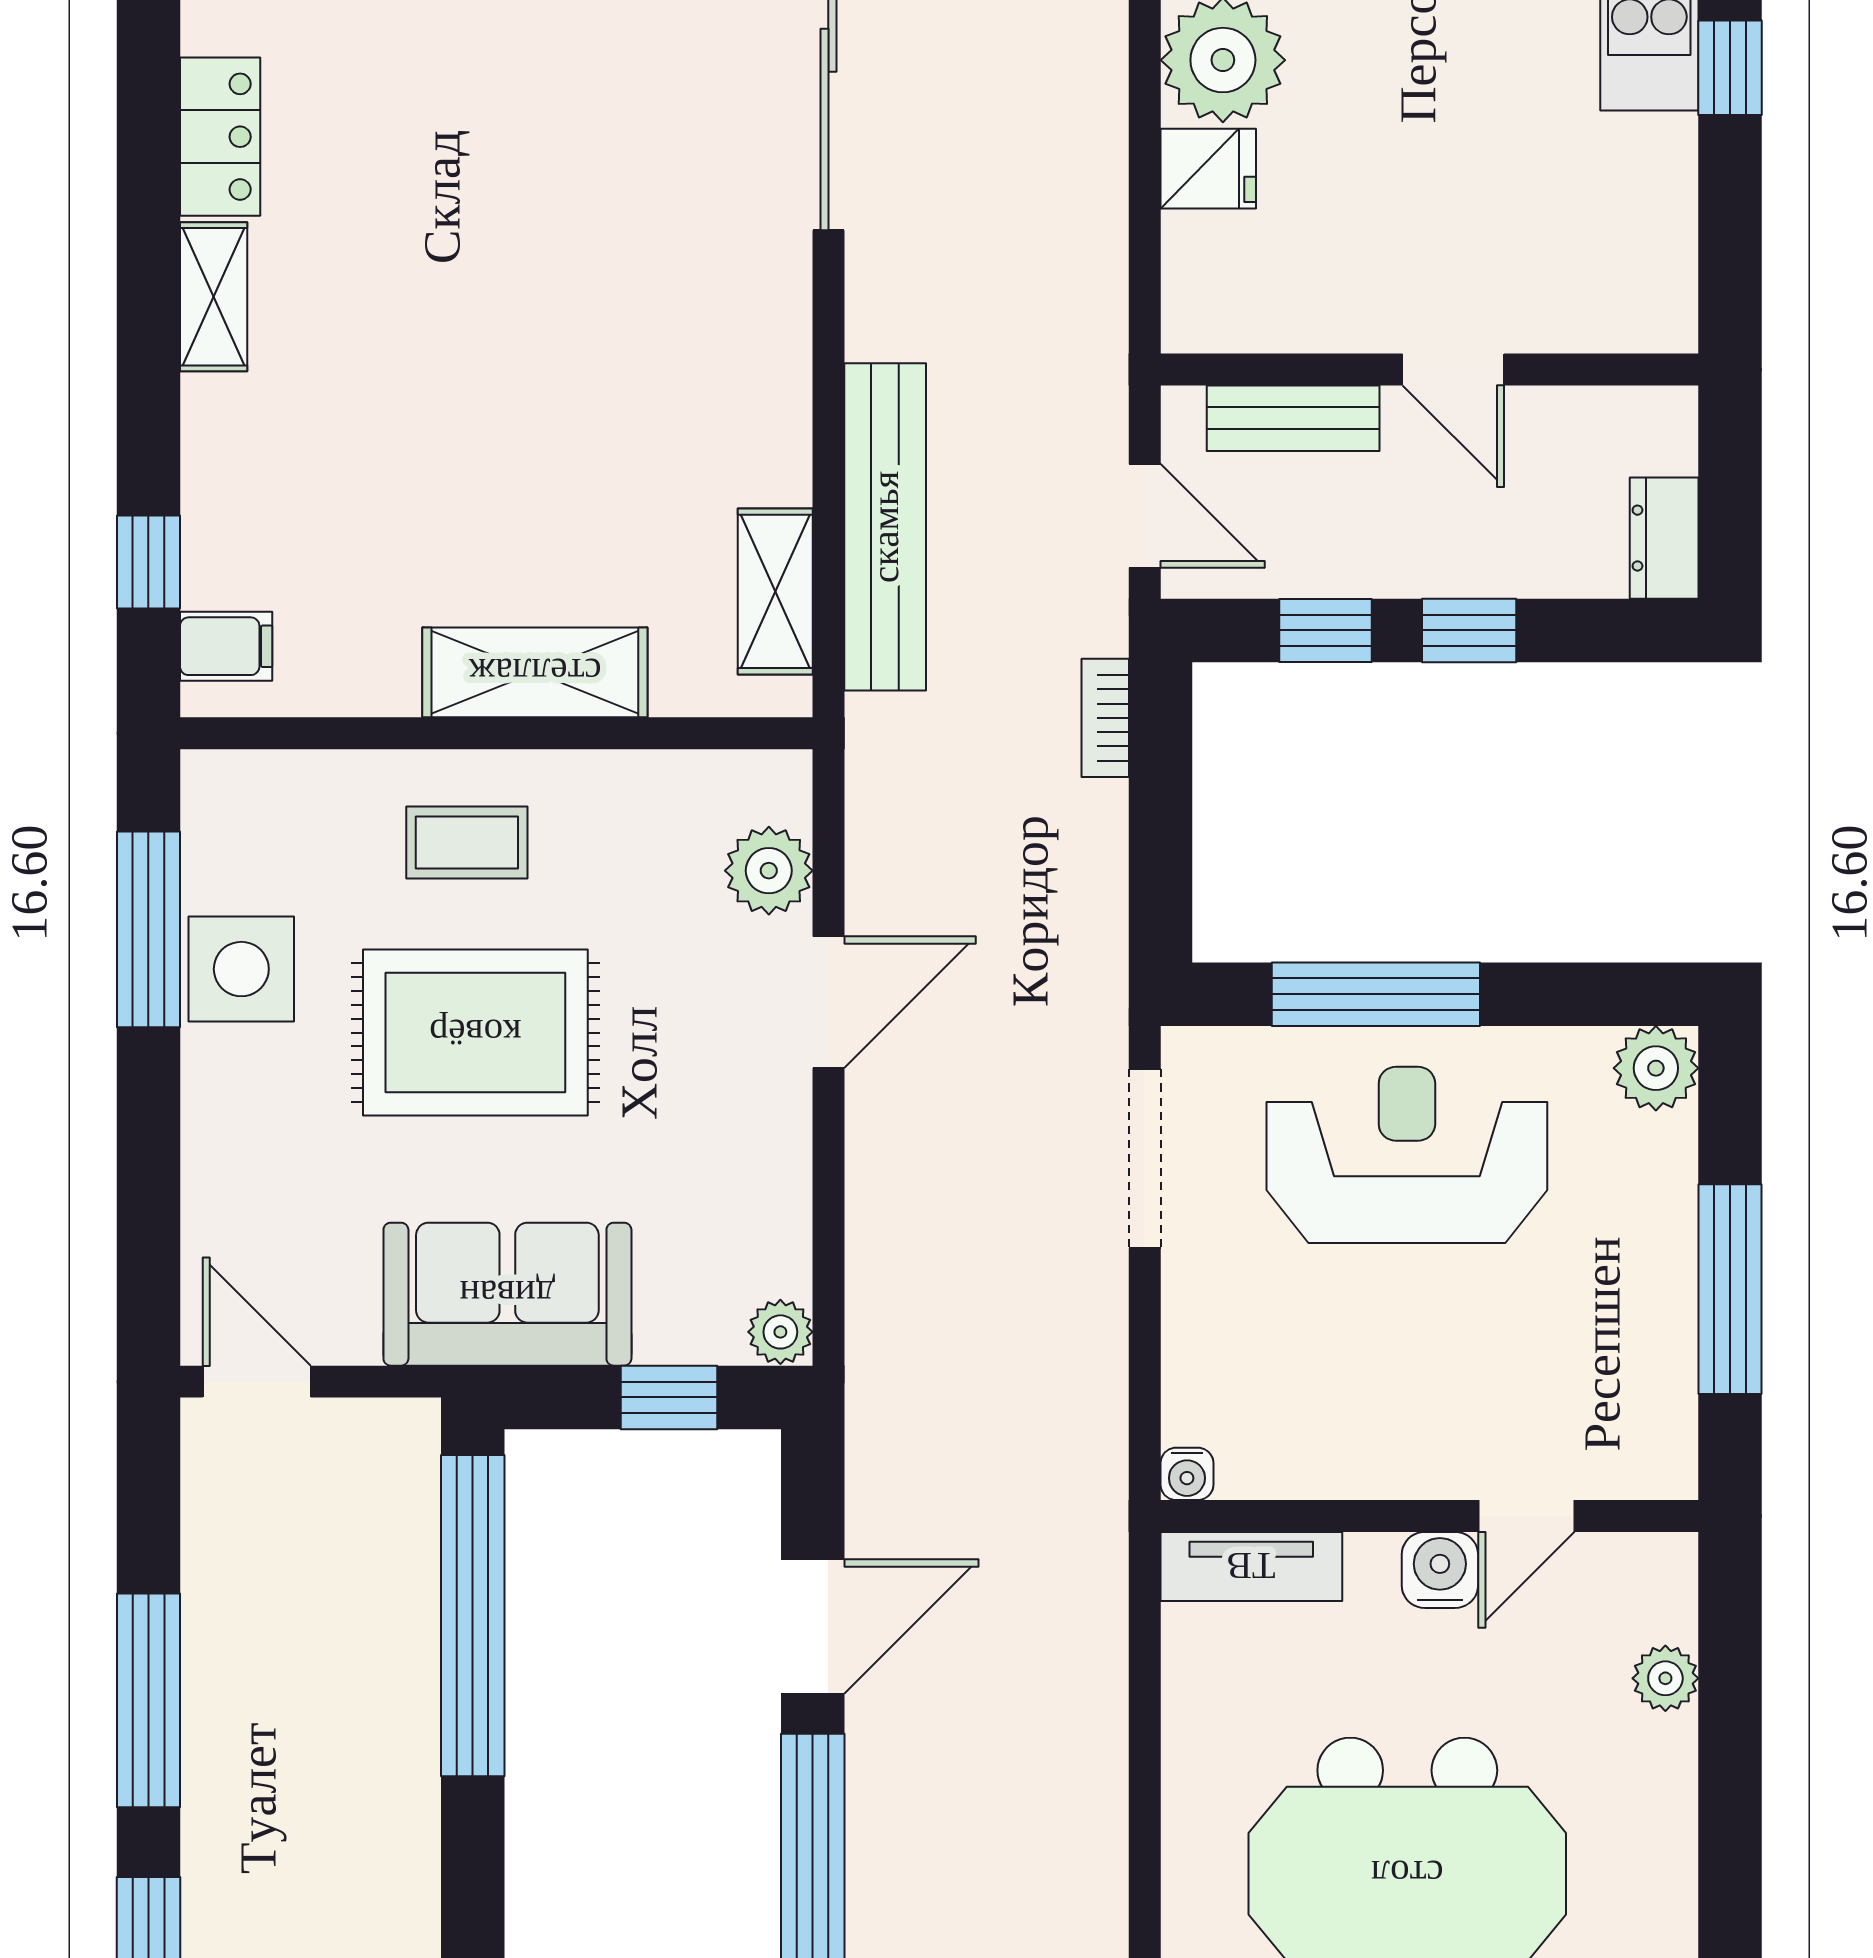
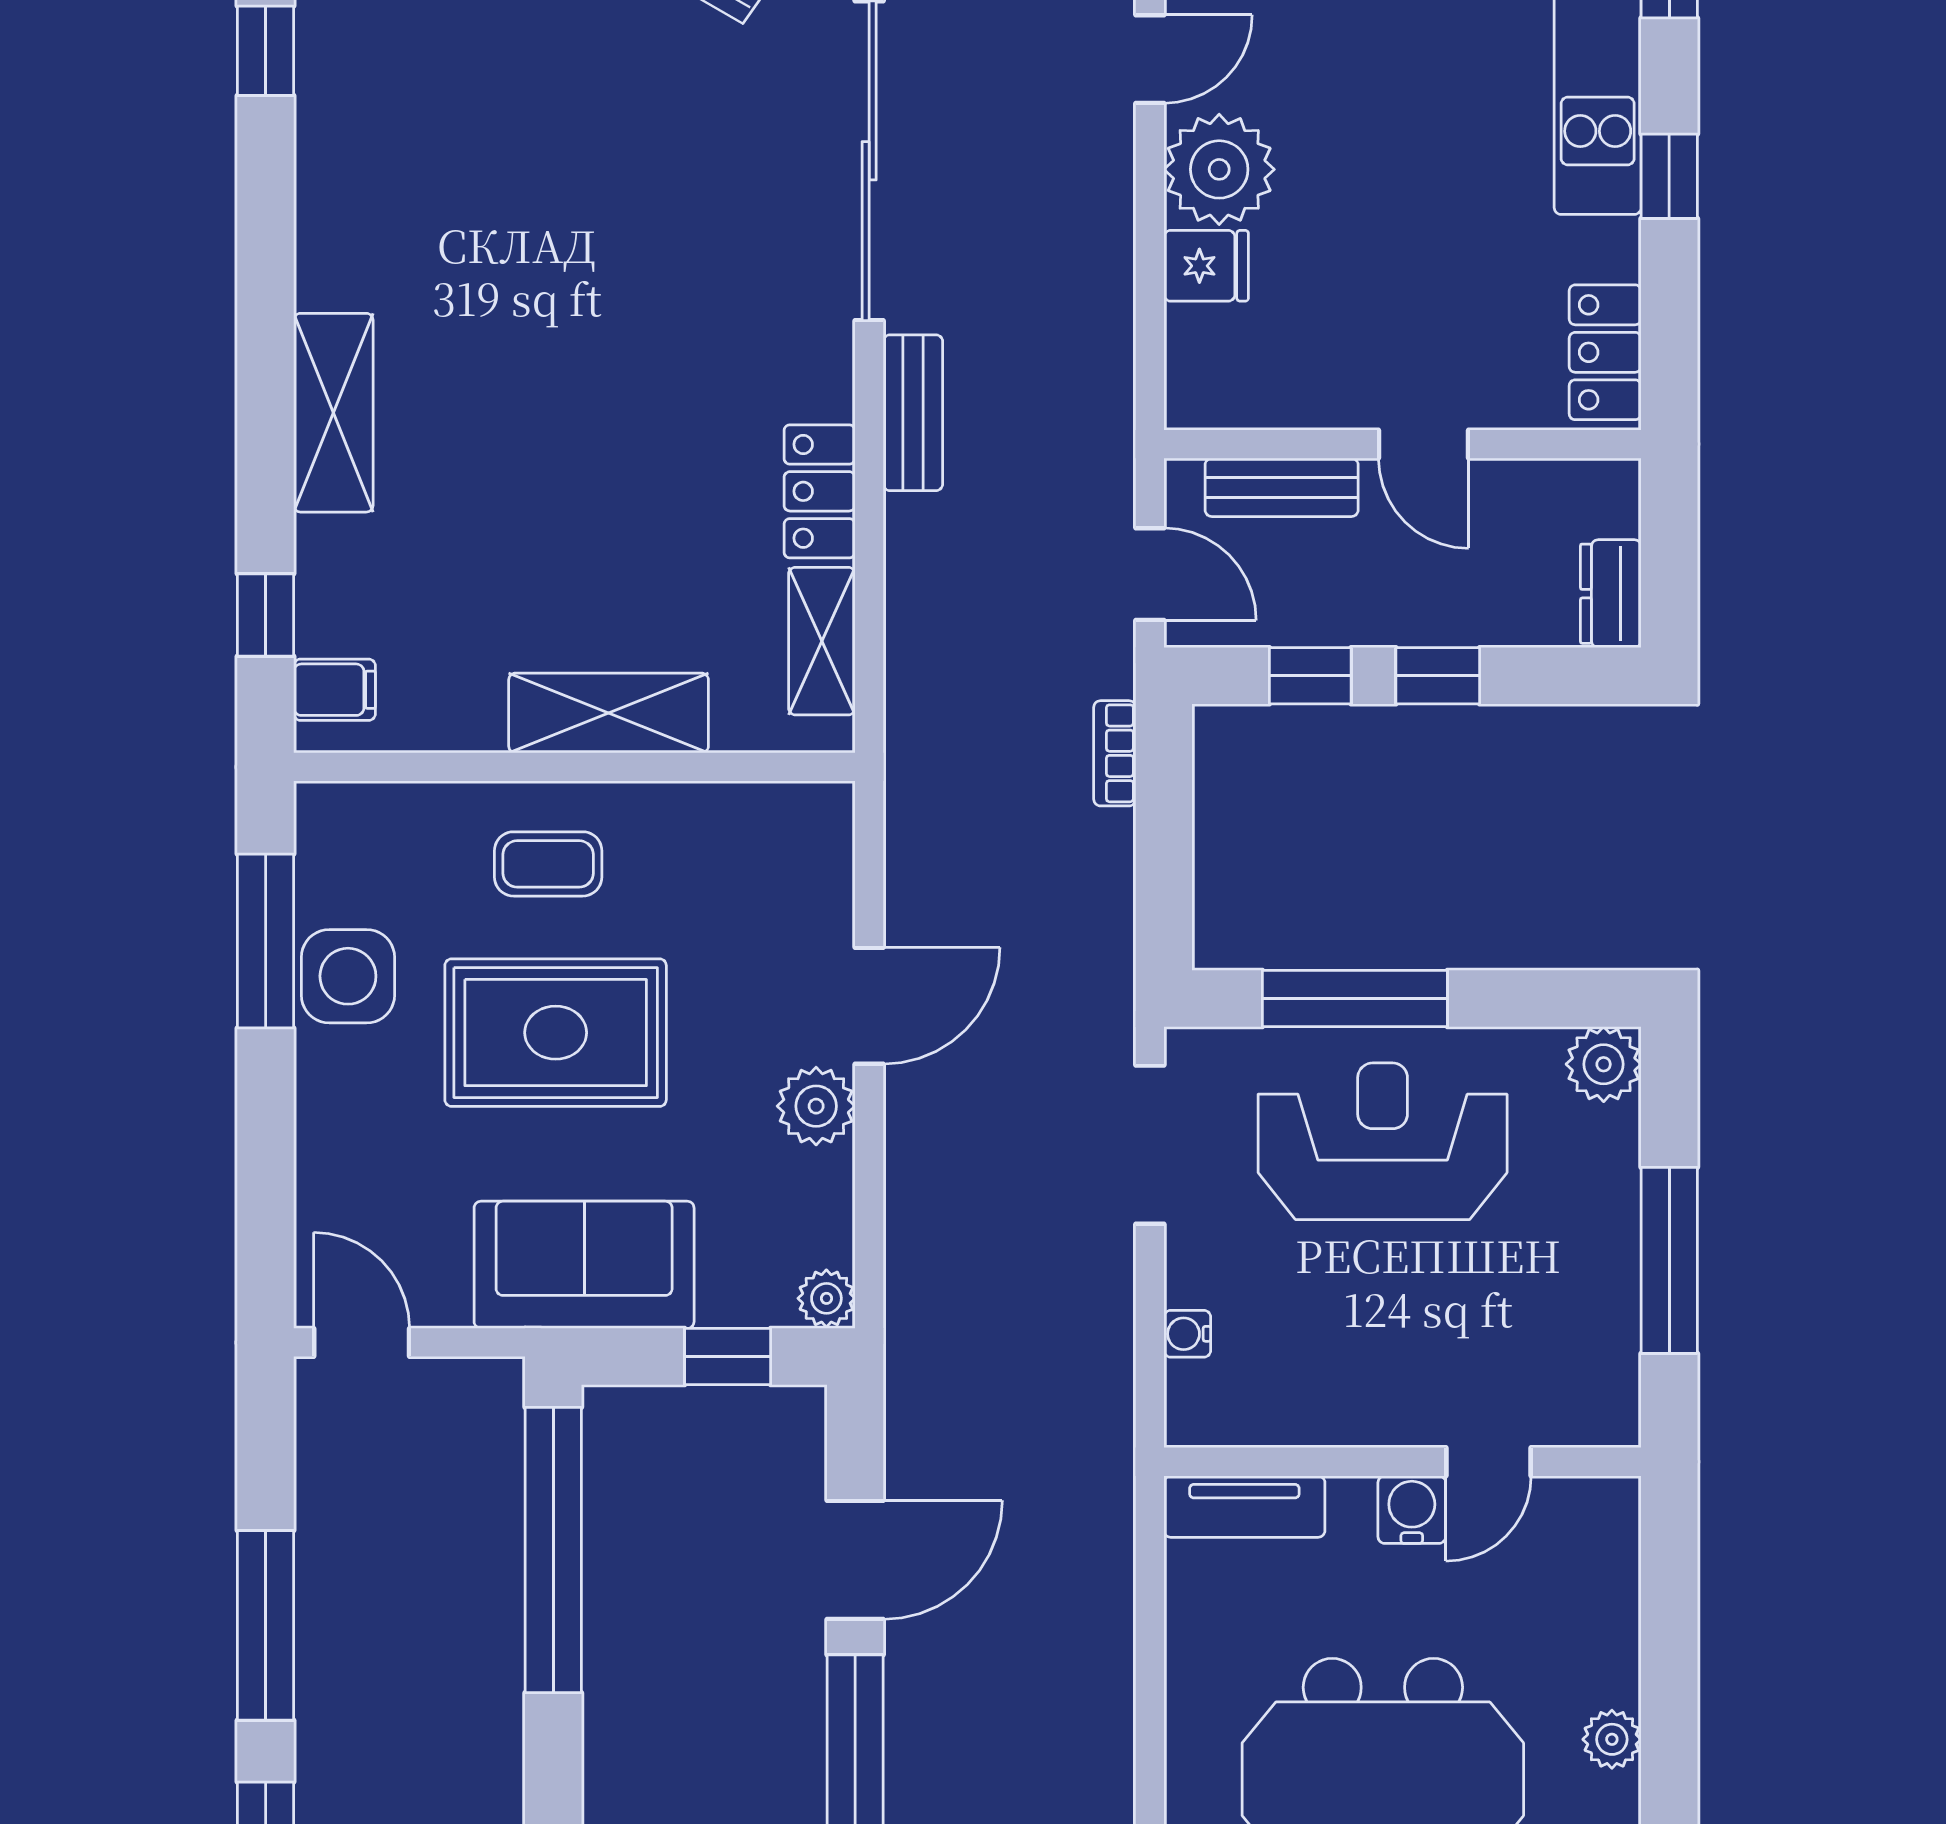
locker: (220, 137) -> (820, 491), moved, turned 180
locker: (1658, 266) -> (1605, 352), added
shelving: (214, 297) -> (333, 413), width x1.50, depth x1.33
bench: (885, 527) -> (913, 413), moved, width x0.54, depth x0.82
plant: (769, 871) -> (816, 1106), moved
water cooler: (1187, 1474) -> (1187, 1334), moved, turned 90
plant: (1665, 1678) -> (1612, 1739), moved

